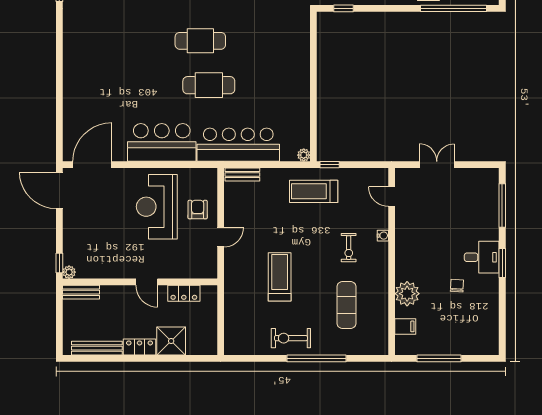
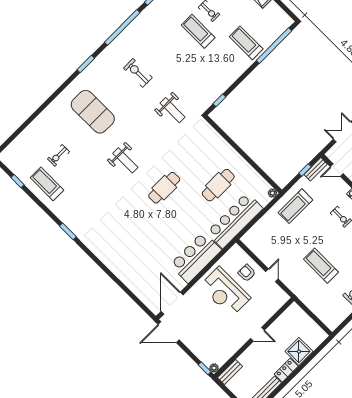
cafe table: (209, 85) -> (218, 185), moved
window: (330, 165) -> (305, 170), moved
bench: (242, 174) -> (316, 169), moved
locker: (184, 293) -> (282, 321), removed

